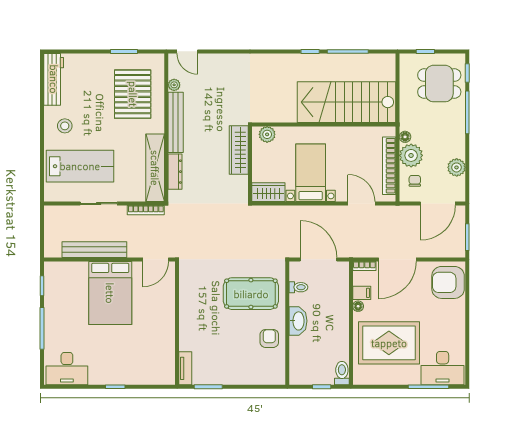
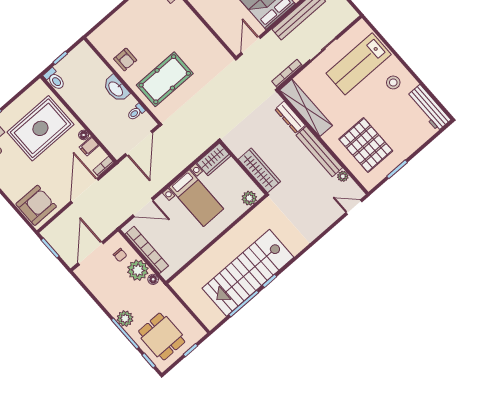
dining table: (439, 84) -> (162, 337), turned 90
stairs: (347, 102) -> (248, 273), moved, turned 180
plant: (457, 167) -> (125, 319), moved
door: (319, 259) -> (139, 143), hinge flipped

